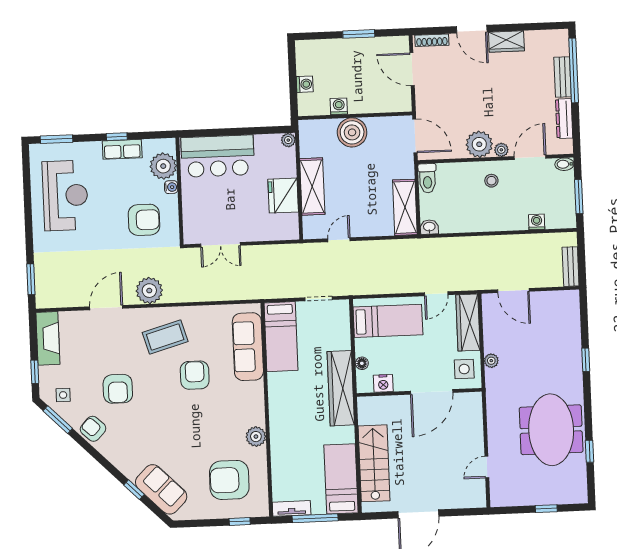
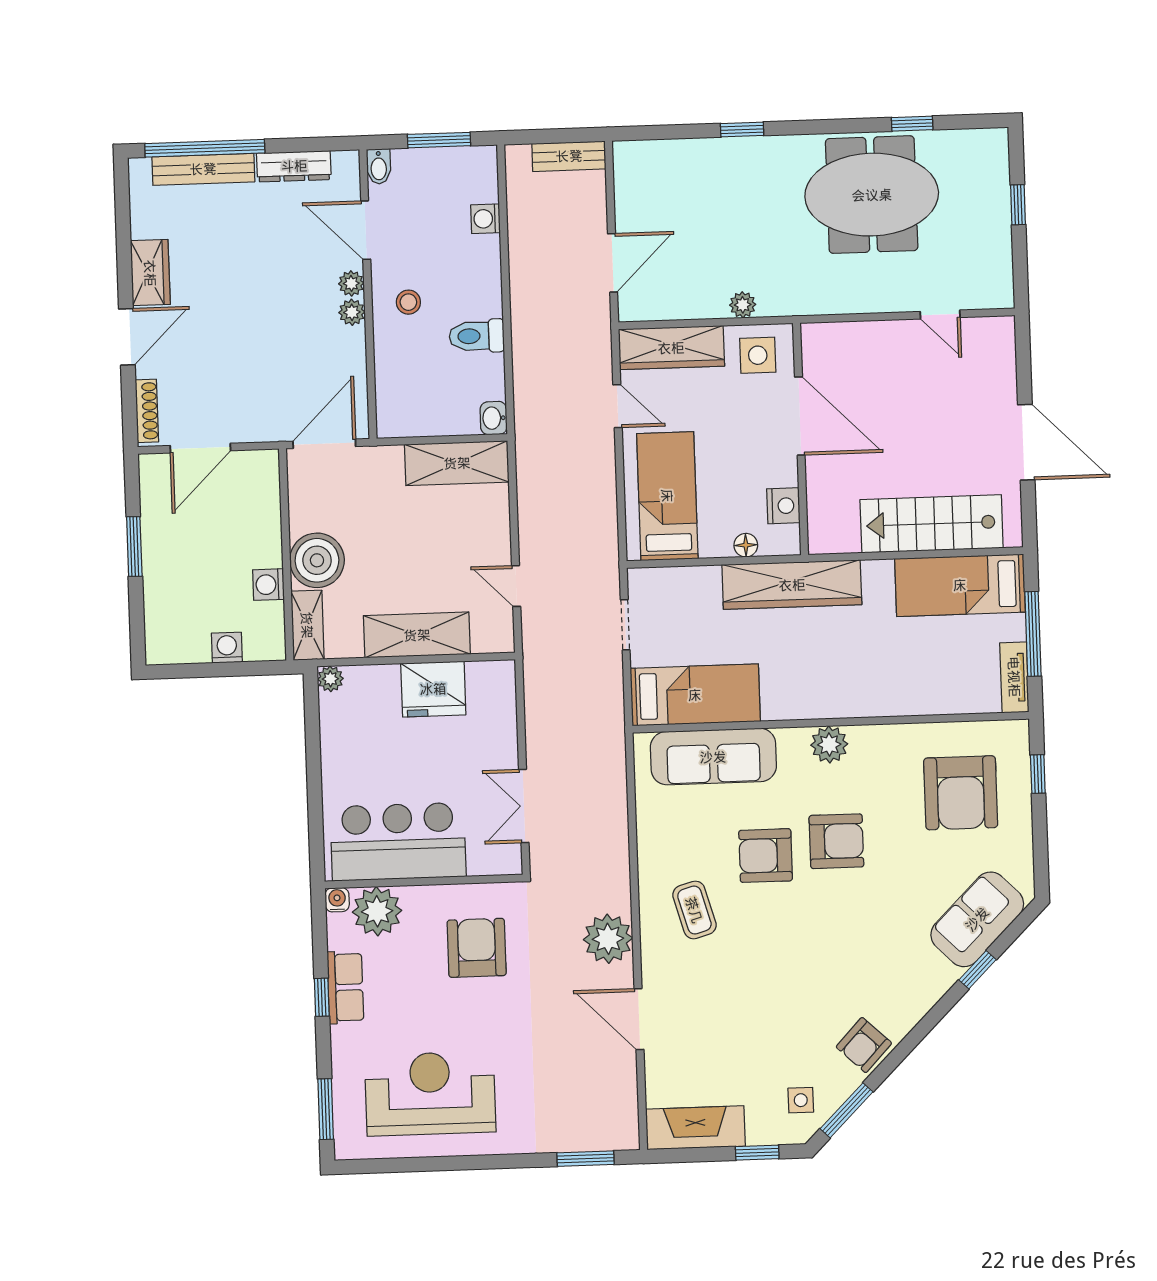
bench: (562, 77) -> (203, 169), width x1.36
shelving: (317, 128) -> (307, 625), added
plant: (479, 144) -> (352, 312), width x0.53, depth x0.53
bar counter: (218, 156) -> (398, 842), moved, turned -90
toilet: (427, 178) -> (477, 336), moved, turned 180
water cooler: (171, 187) -> (337, 900), moved
double door: (220, 245) -> (524, 806), swing flipped
coffee table: (165, 337) -> (694, 910), width x0.73, depth x0.77
armchair: (118, 389) -> (836, 841), moved
plant: (256, 437) -> (829, 745), moved

